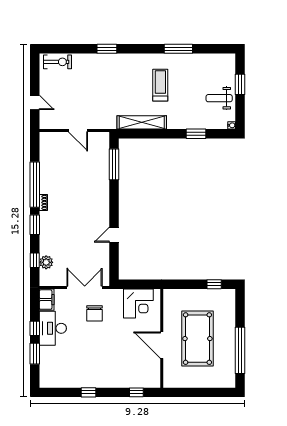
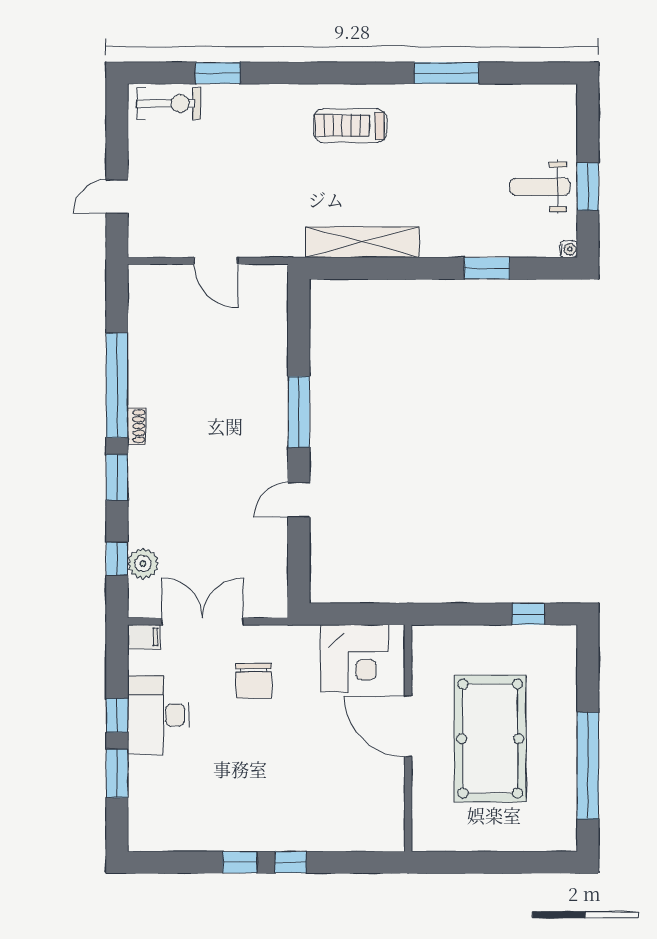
window: (107, 49) -> (218, 73), moved
window: (240, 84) -> (588, 187), moved
treadmill: (160, 85) -> (350, 126), moved, turned -90
door: (35, 102) -> (117, 197), swing flipped
window: (114, 164) -> (299, 412), moved
double door: (85, 287) -> (203, 621), moved
filing cabinet: (47, 300) -> (144, 637), width x0.50
door: (162, 345) -> (408, 726), moved
window: (136, 392) -> (291, 862), moved

